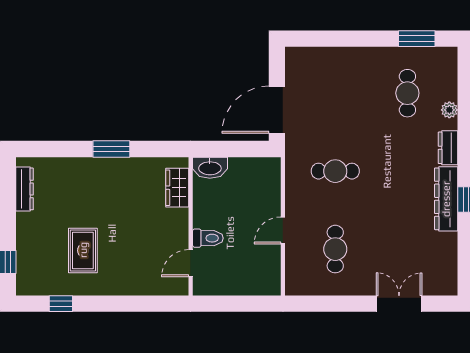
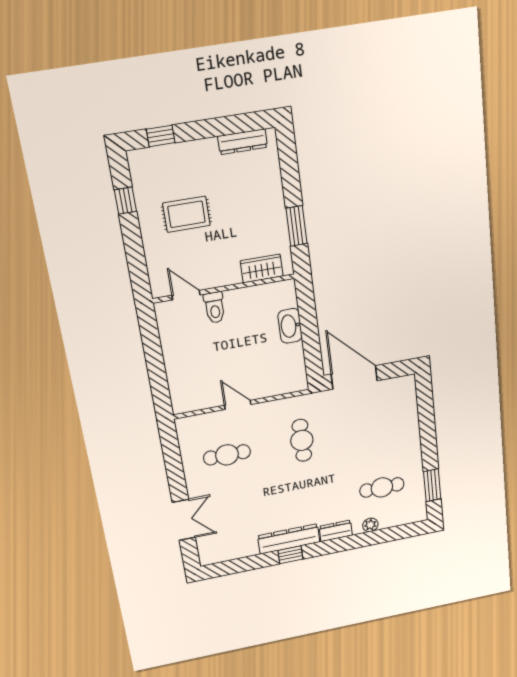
wardrobe: (177, 188) -> (262, 269), moved
wall: (191, 226) -> (224, 289), moved
toilet: (208, 238) -> (215, 308), moved
door: (191, 263) -> (186, 295), moved

